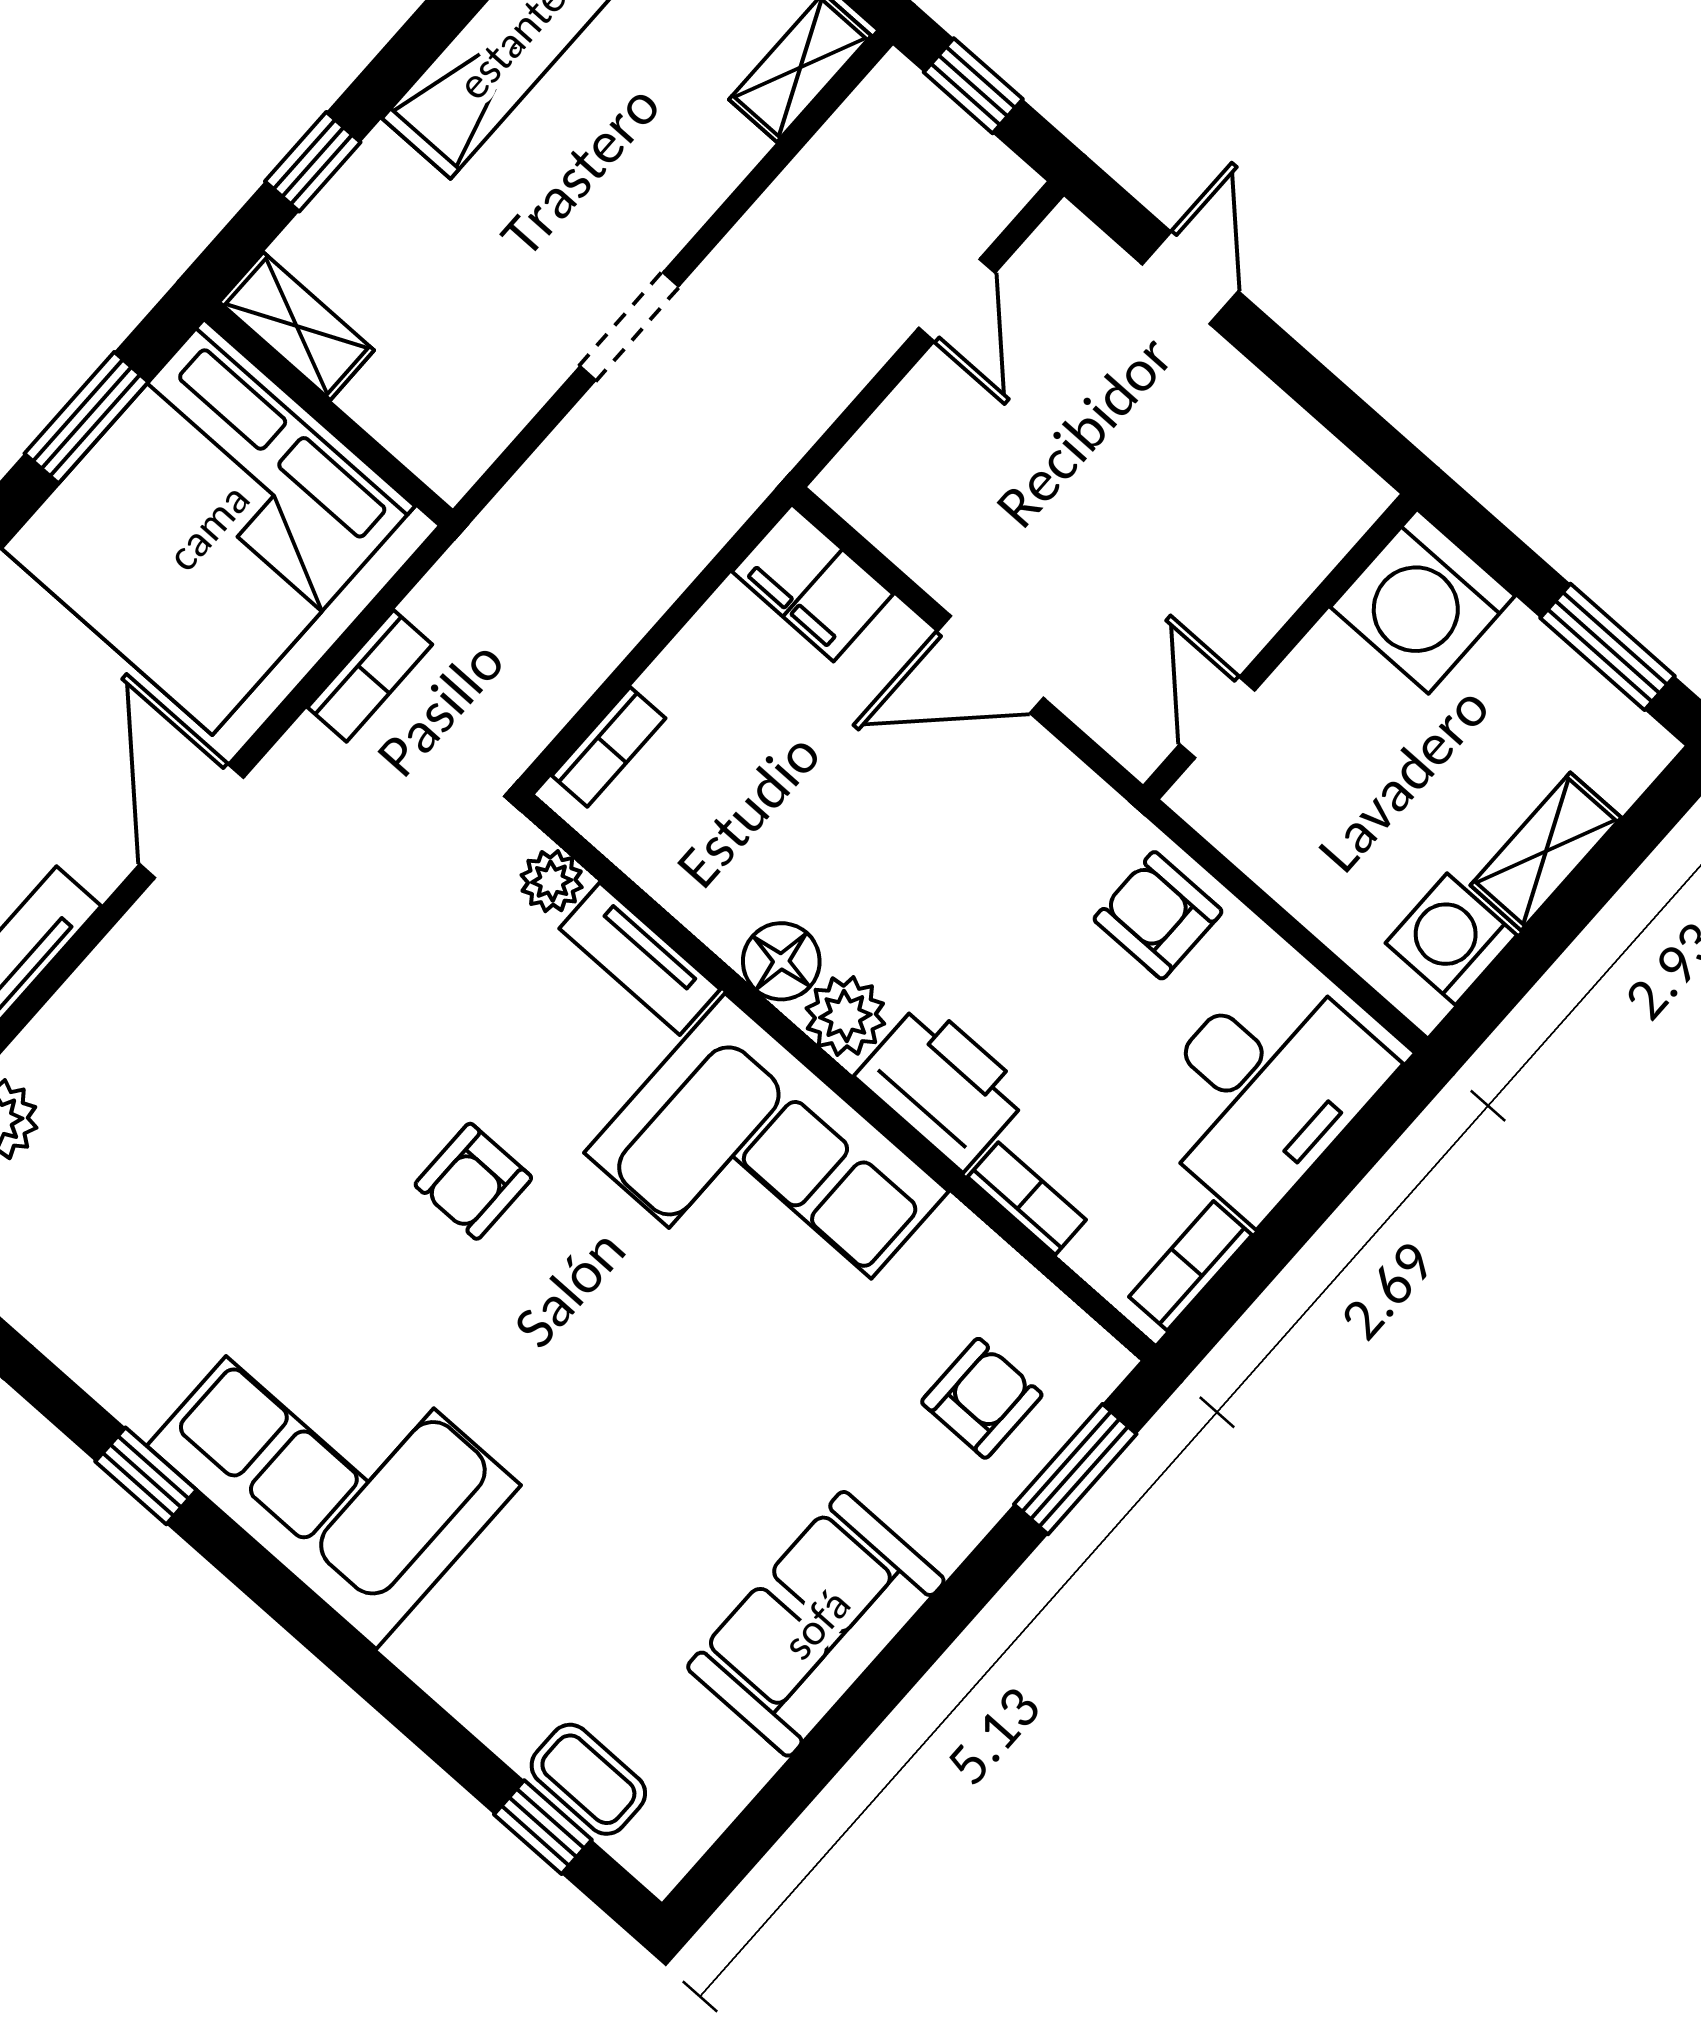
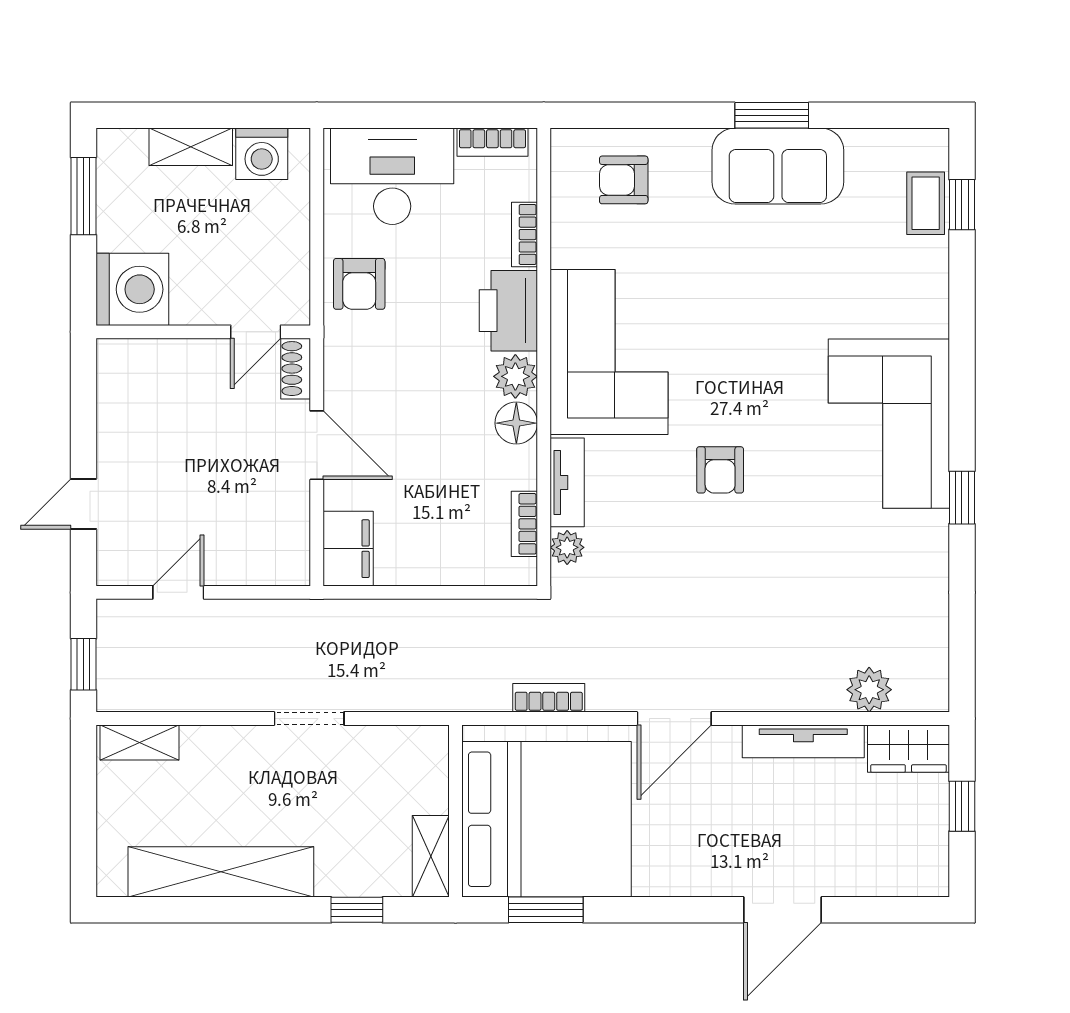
shoe rack: (1119, 728) -> (296, 369), added
bookcase: (609, 747) -> (524, 524), moved, turned -90
armchair: (473, 1181) -> (720, 470), turned 90
window: (1075, 1469) -> (772, 115), moved

